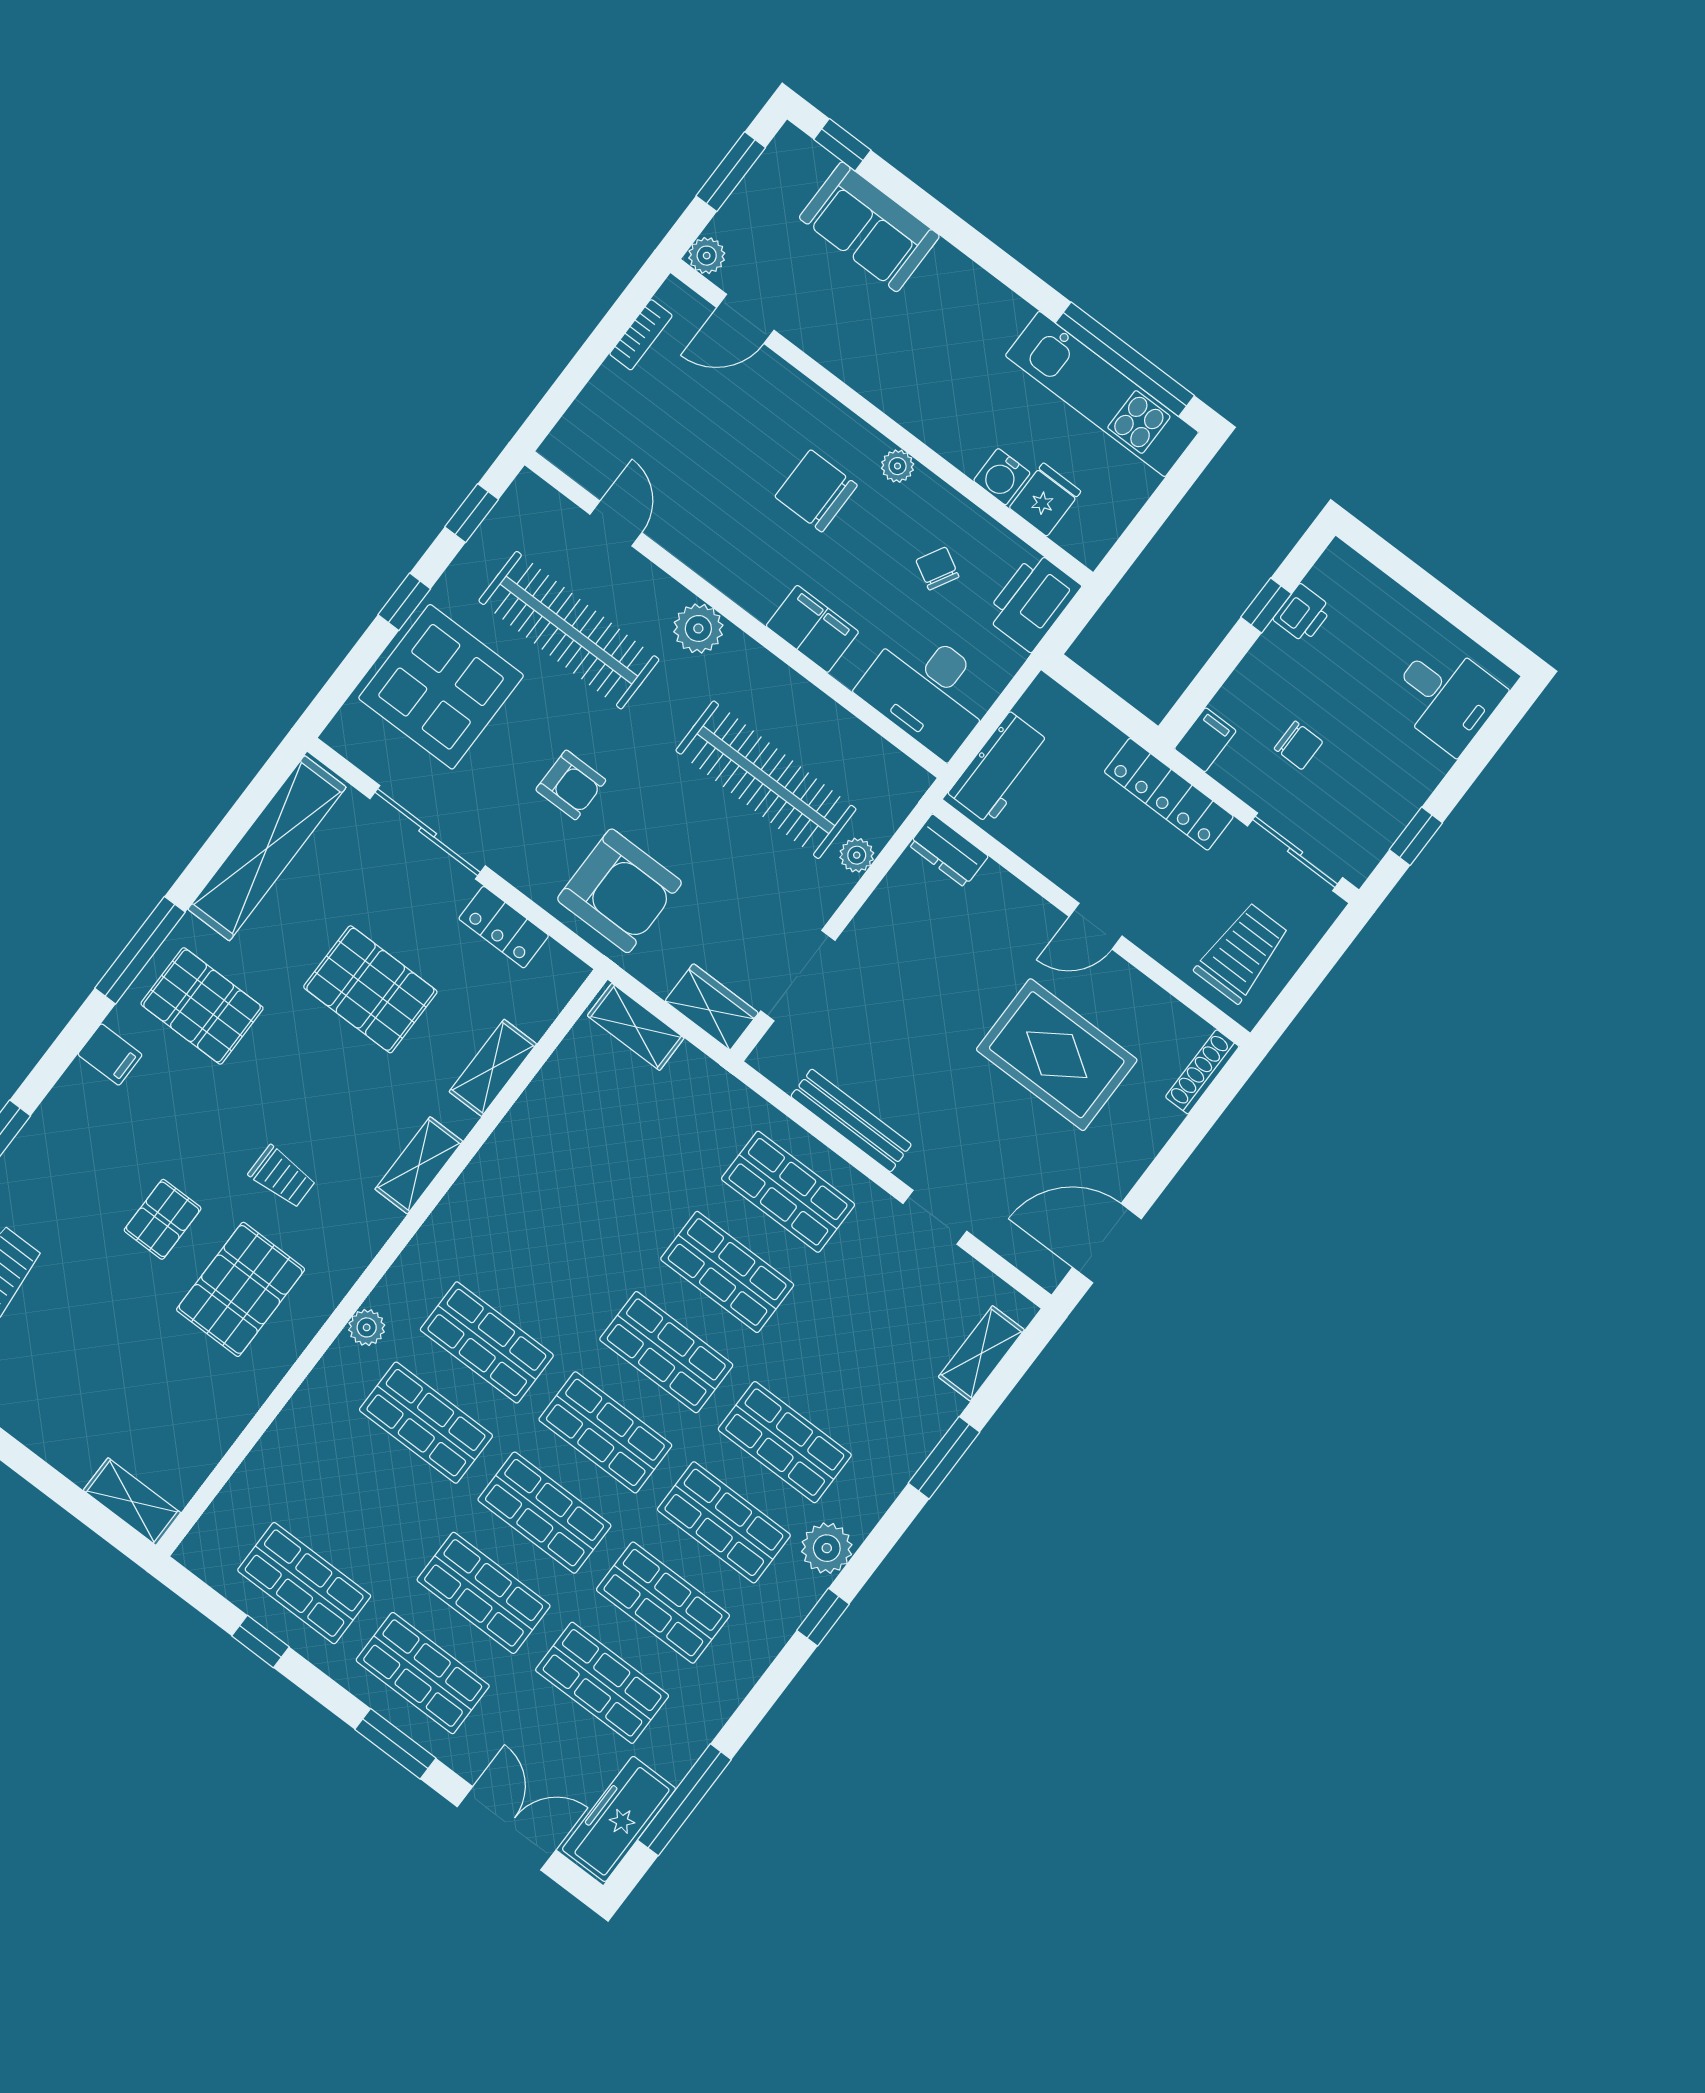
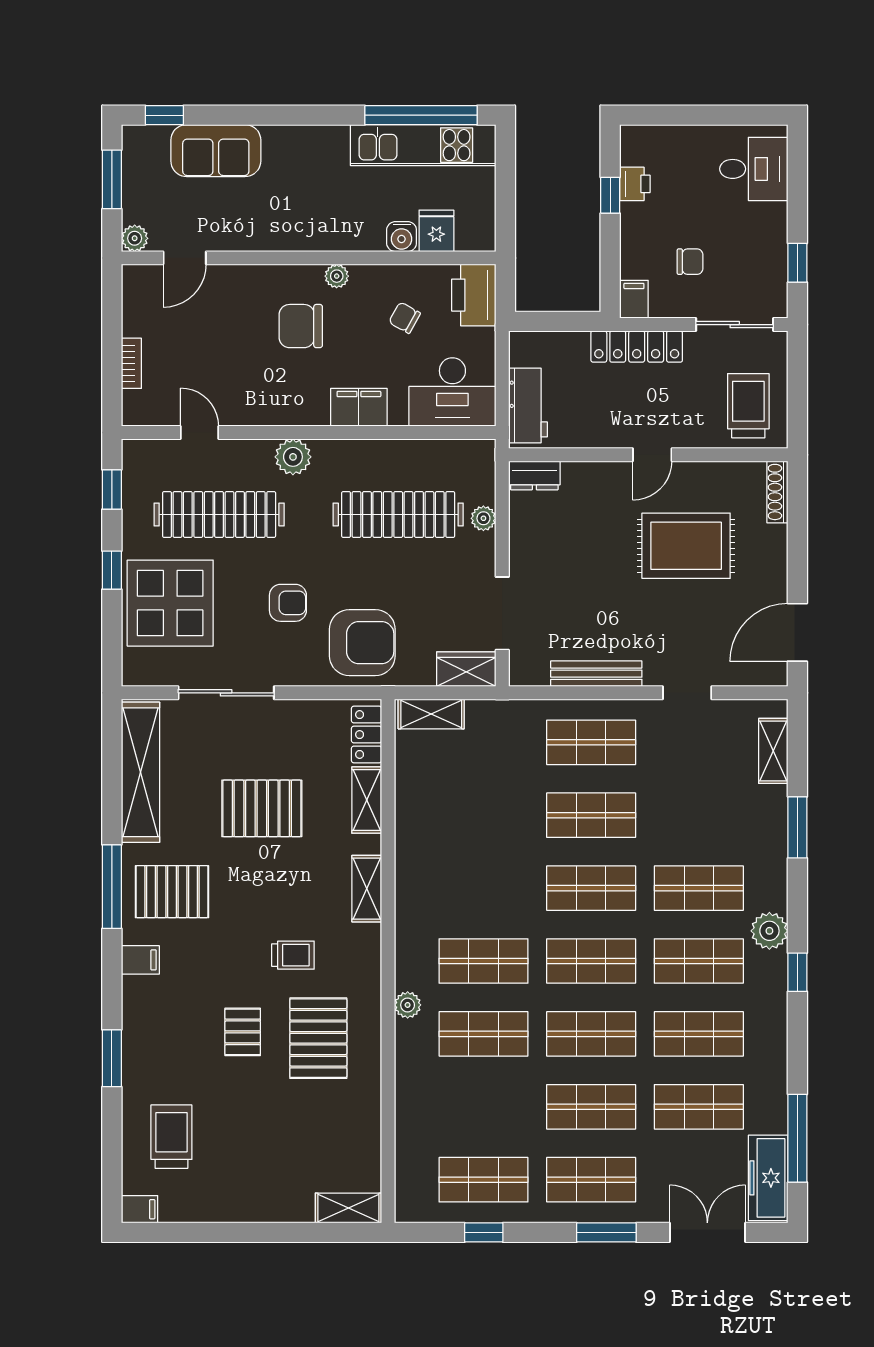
bookcase: (641, 335) -> (131, 363), moved
locker: (504, 927) -> (367, 735), moved, turned 90

